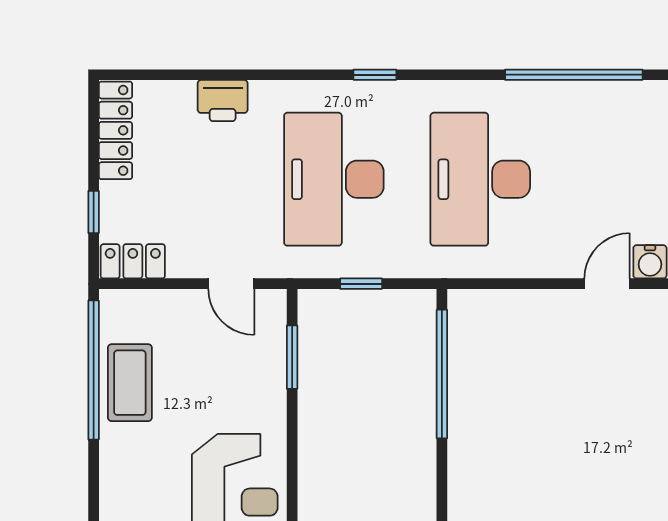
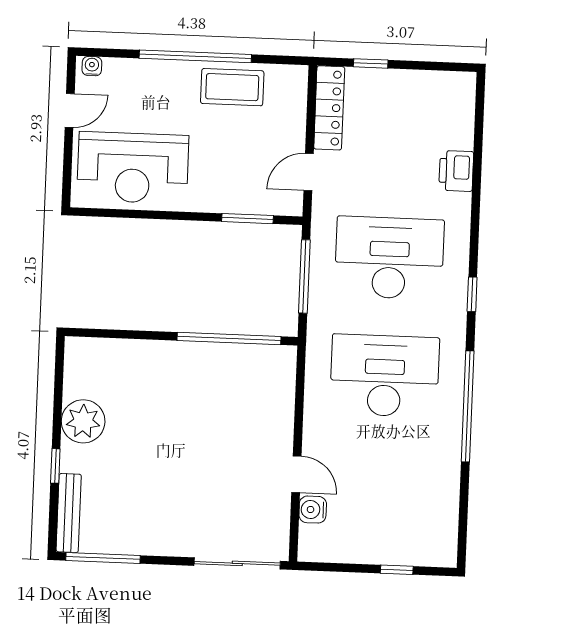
window: (574, 75) -> (468, 406), moved
locker: (115, 130) -> (436, 84), removed
locker: (133, 261) -> (329, 108), width x1.53
window: (361, 284) -> (304, 276), width x2.17
window: (94, 370) -> (195, 56), moved

